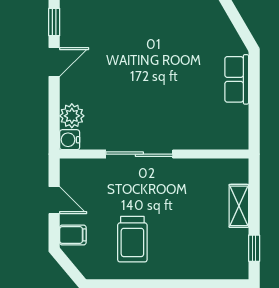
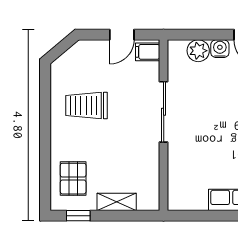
water cooler: (70, 140) -> (220, 49), moved
filing cabinet: (73, 235) -> (148, 52), moved, turned 90
pallet: (213, 254) -> (73, 179), added

